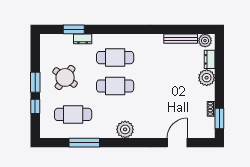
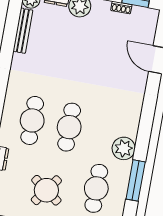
plant: (125, 129) -> (124, 148), moved

